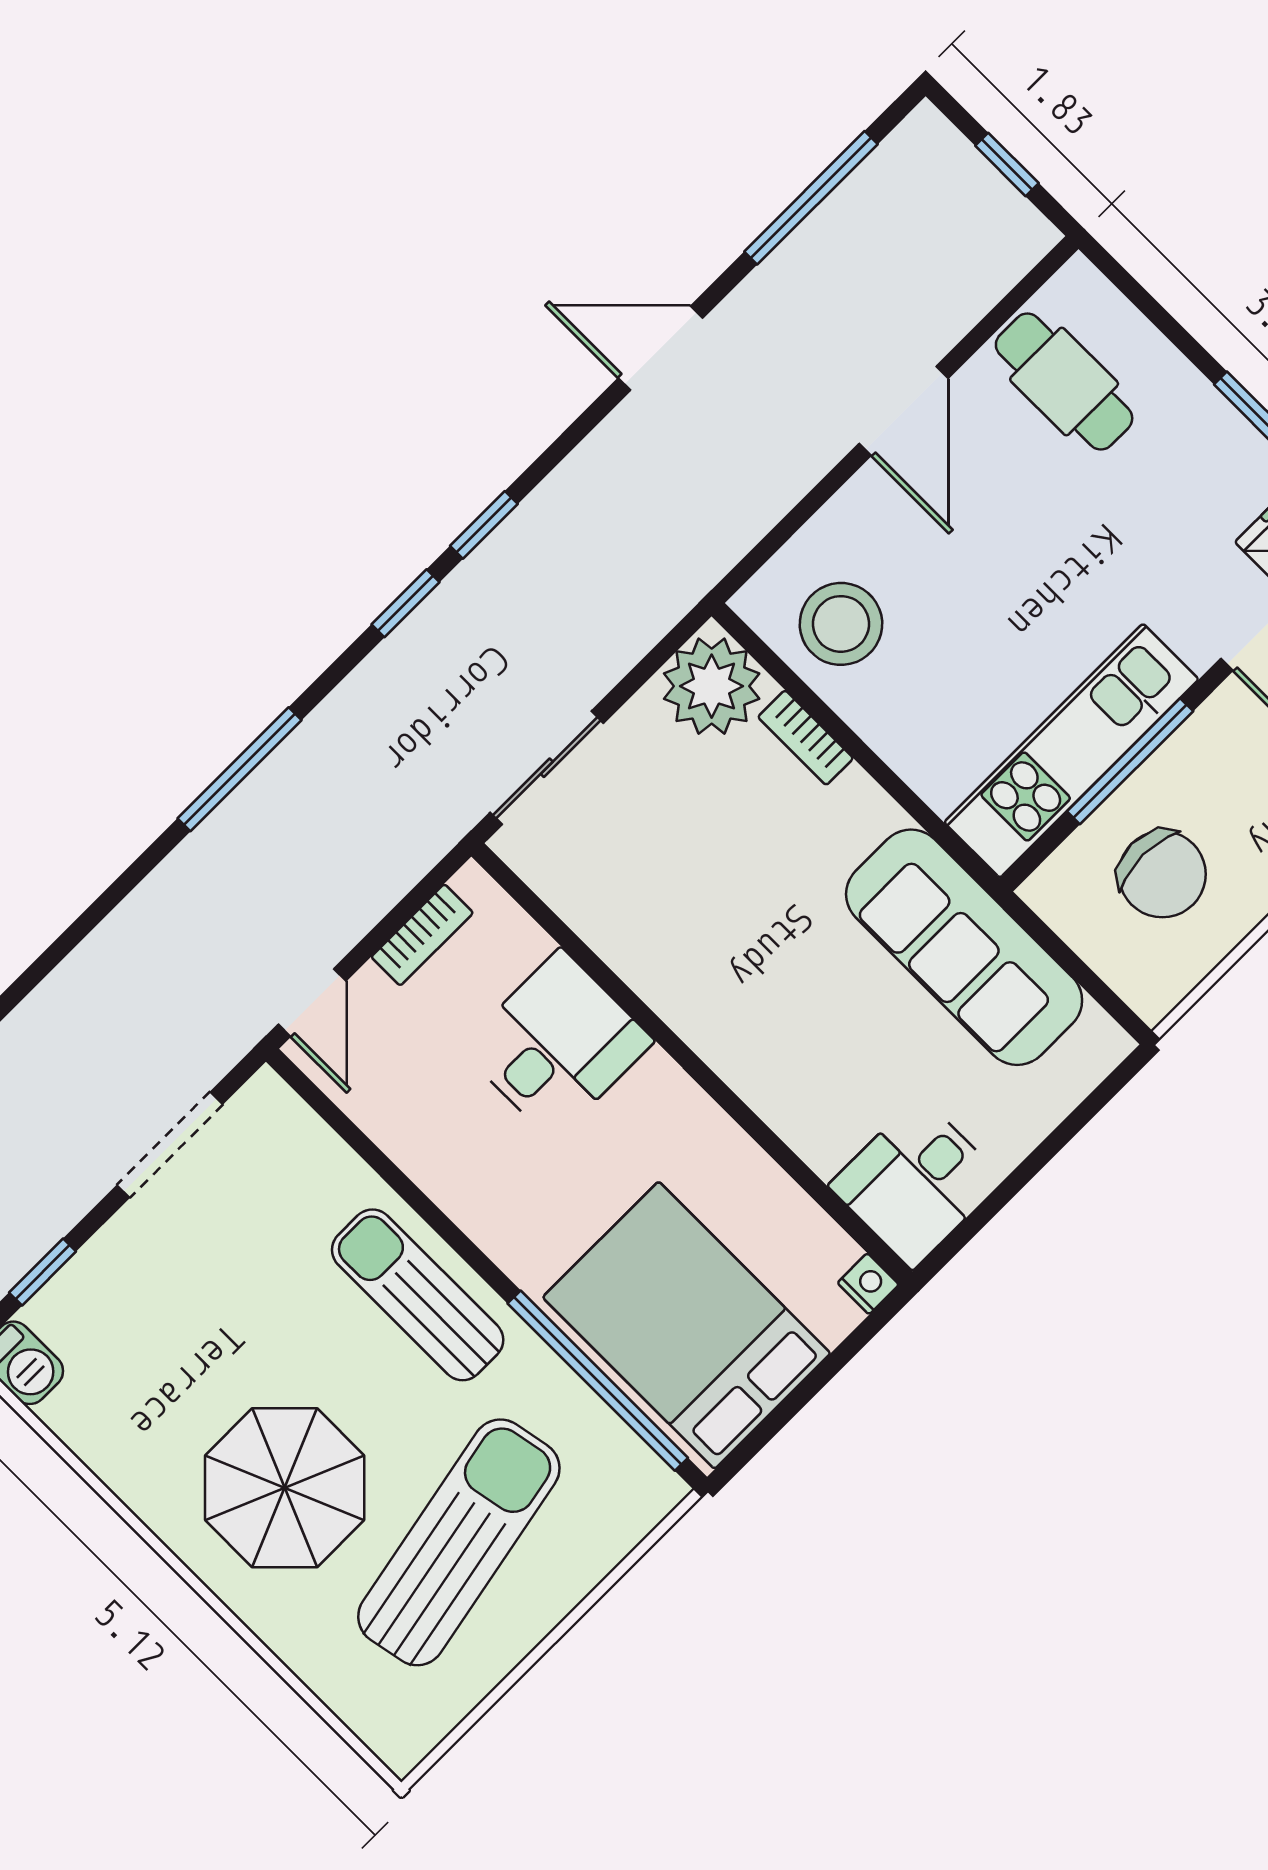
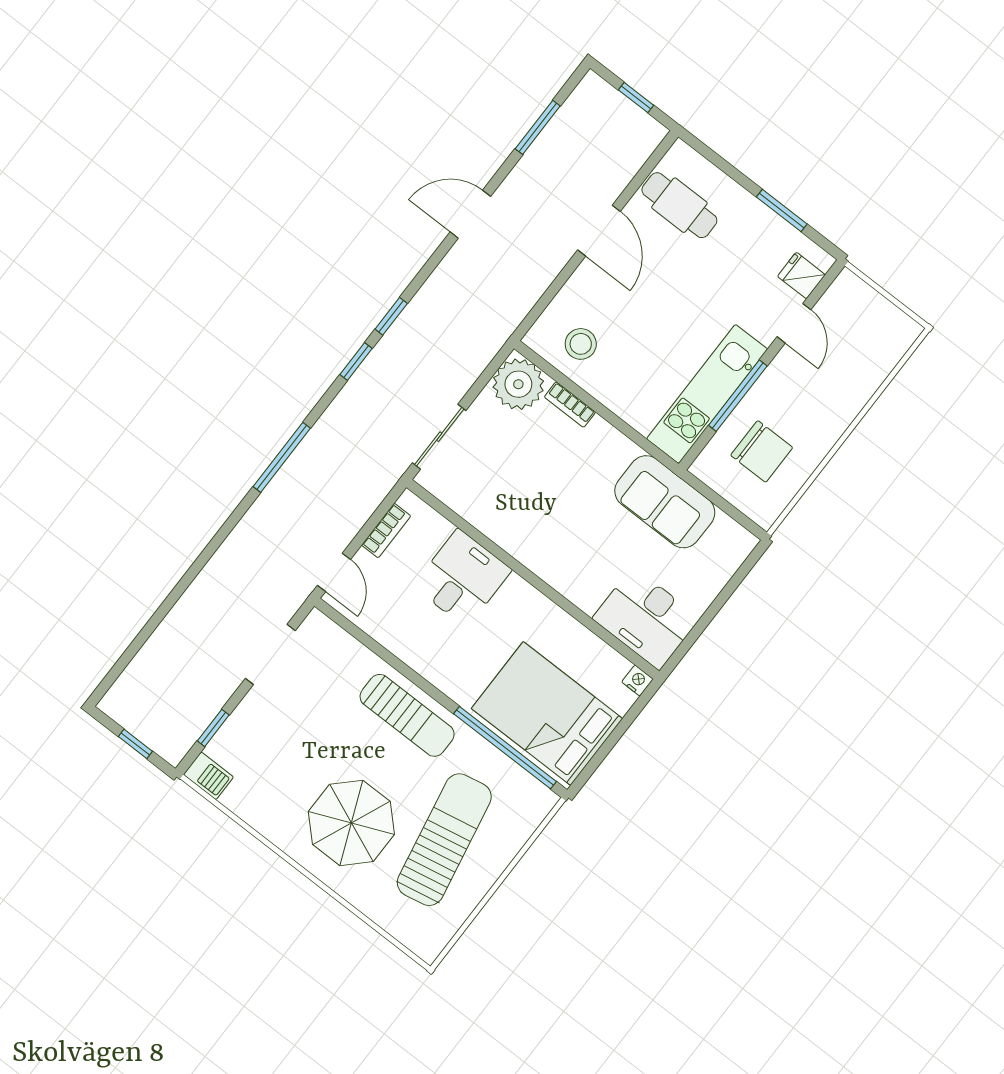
window: (811, 198) -> (538, 127), width x0.69
stool: (841, 624) -> (581, 344), width x0.73, depth x0.73
sofa: (964, 947) -> (665, 502), width x0.73
desk: (916, 1182) -> (646, 618), width x1.37
sun lounger: (418, 1295) -> (407, 715), turned 180

